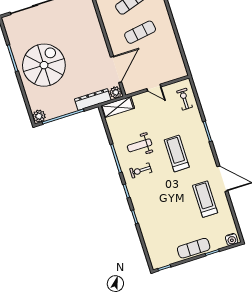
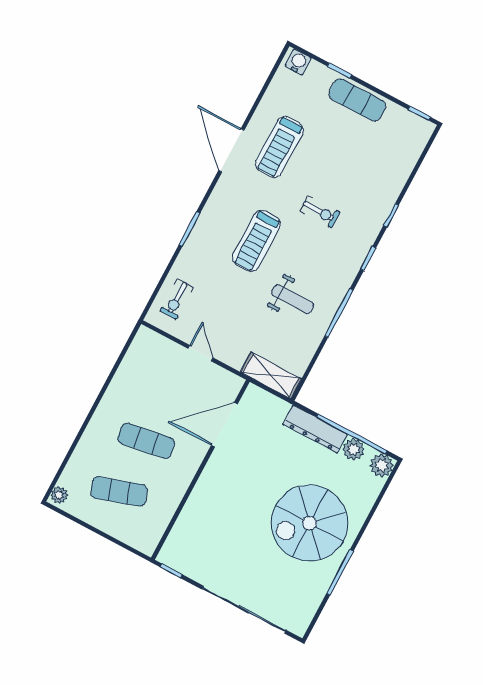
plant: (116, 92) -> (353, 449), moved
dresser: (93, 99) -> (315, 429), moved
exercise bike: (141, 170) -> (320, 212), moved

